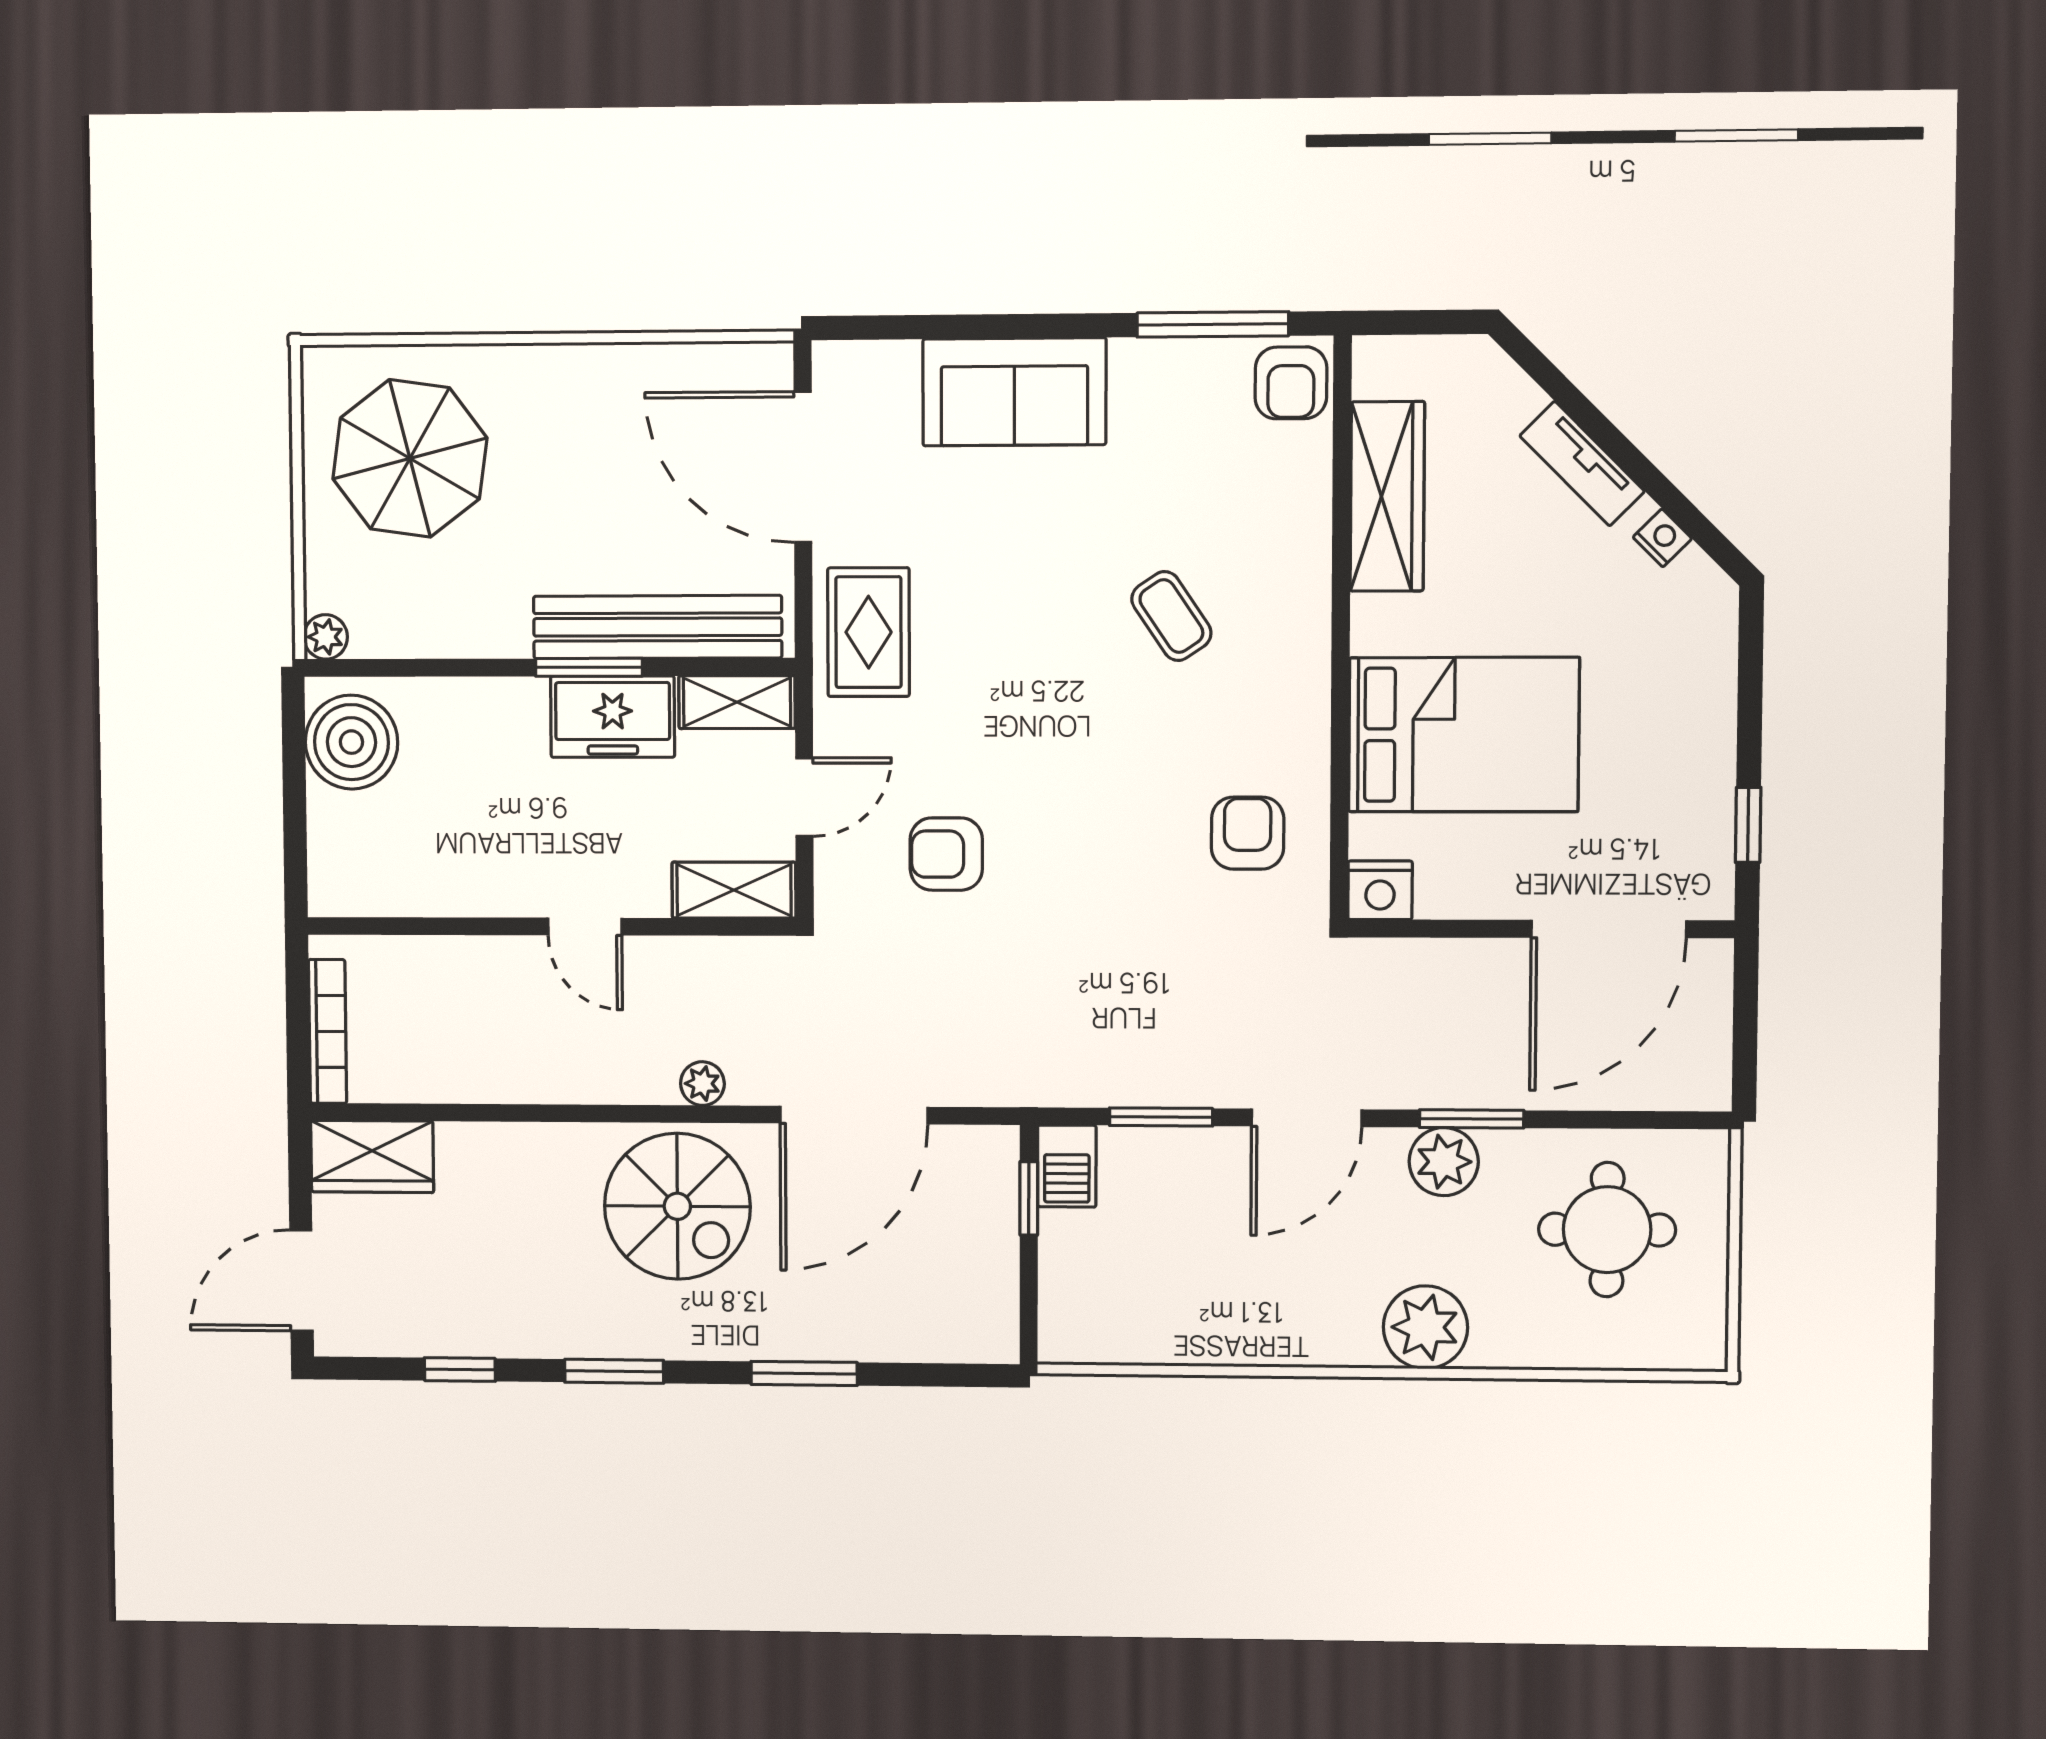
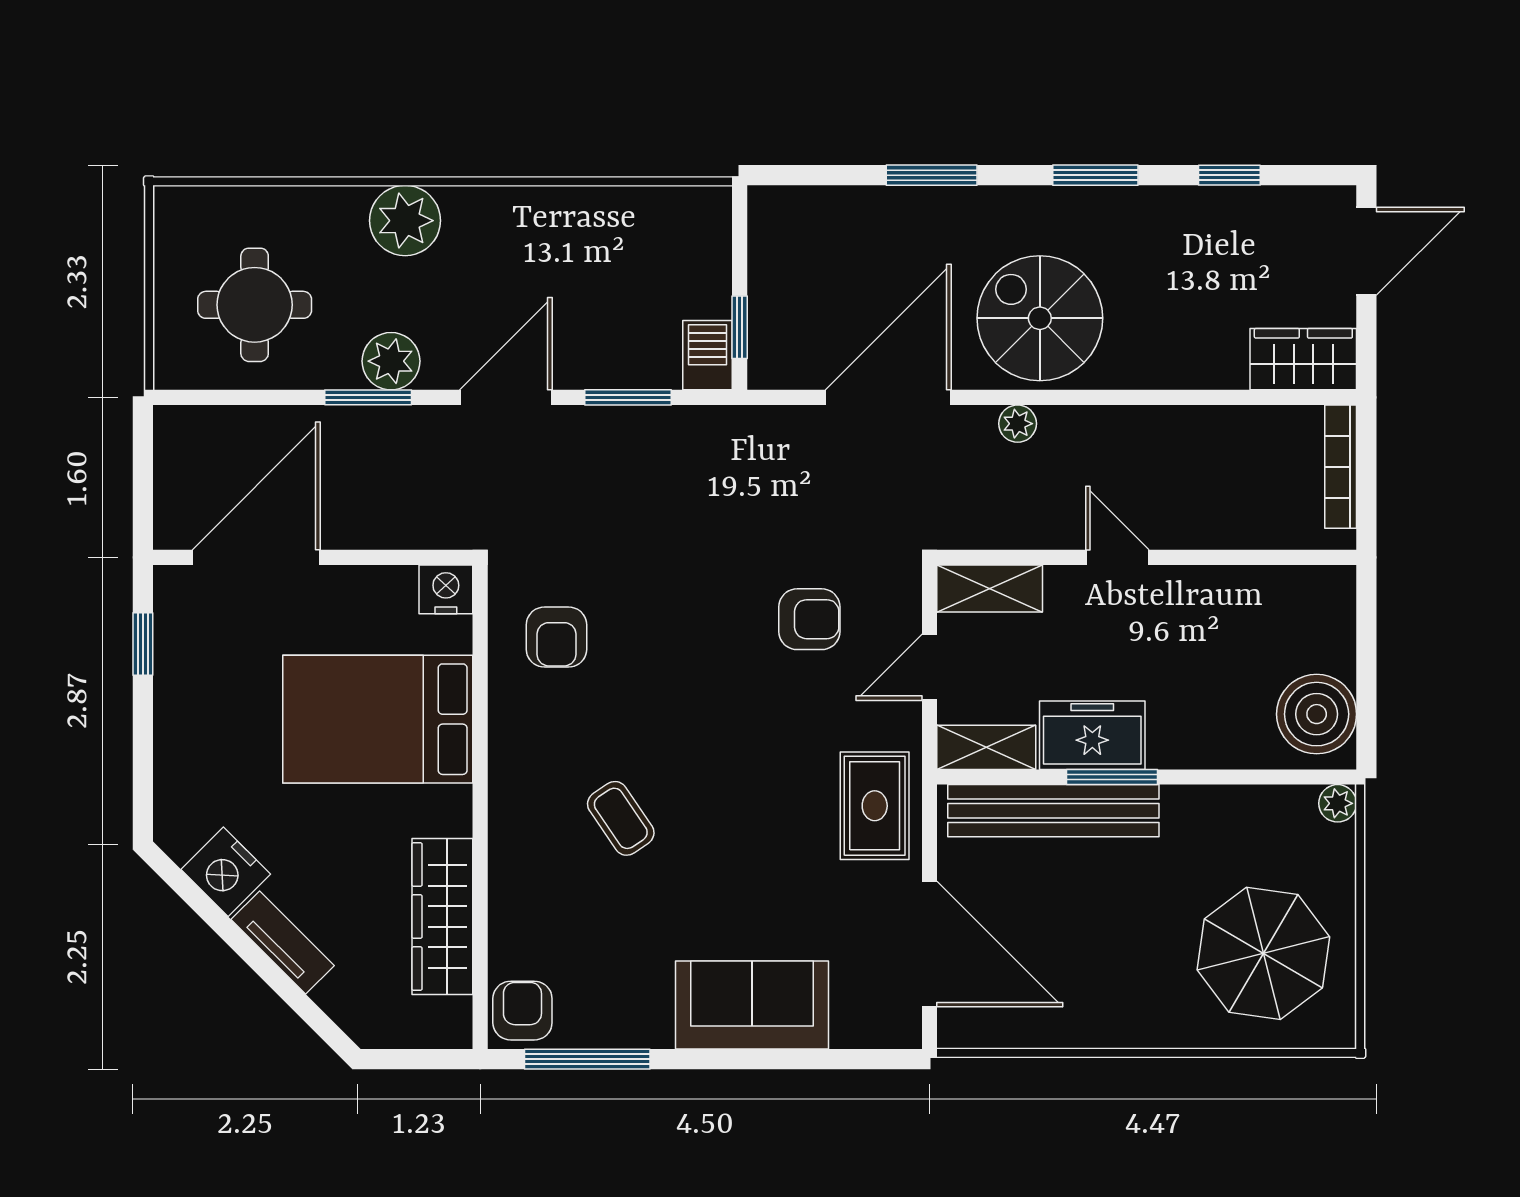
nightstand: (1662, 538) -> (226, 872), width x1.89, depth x1.79

